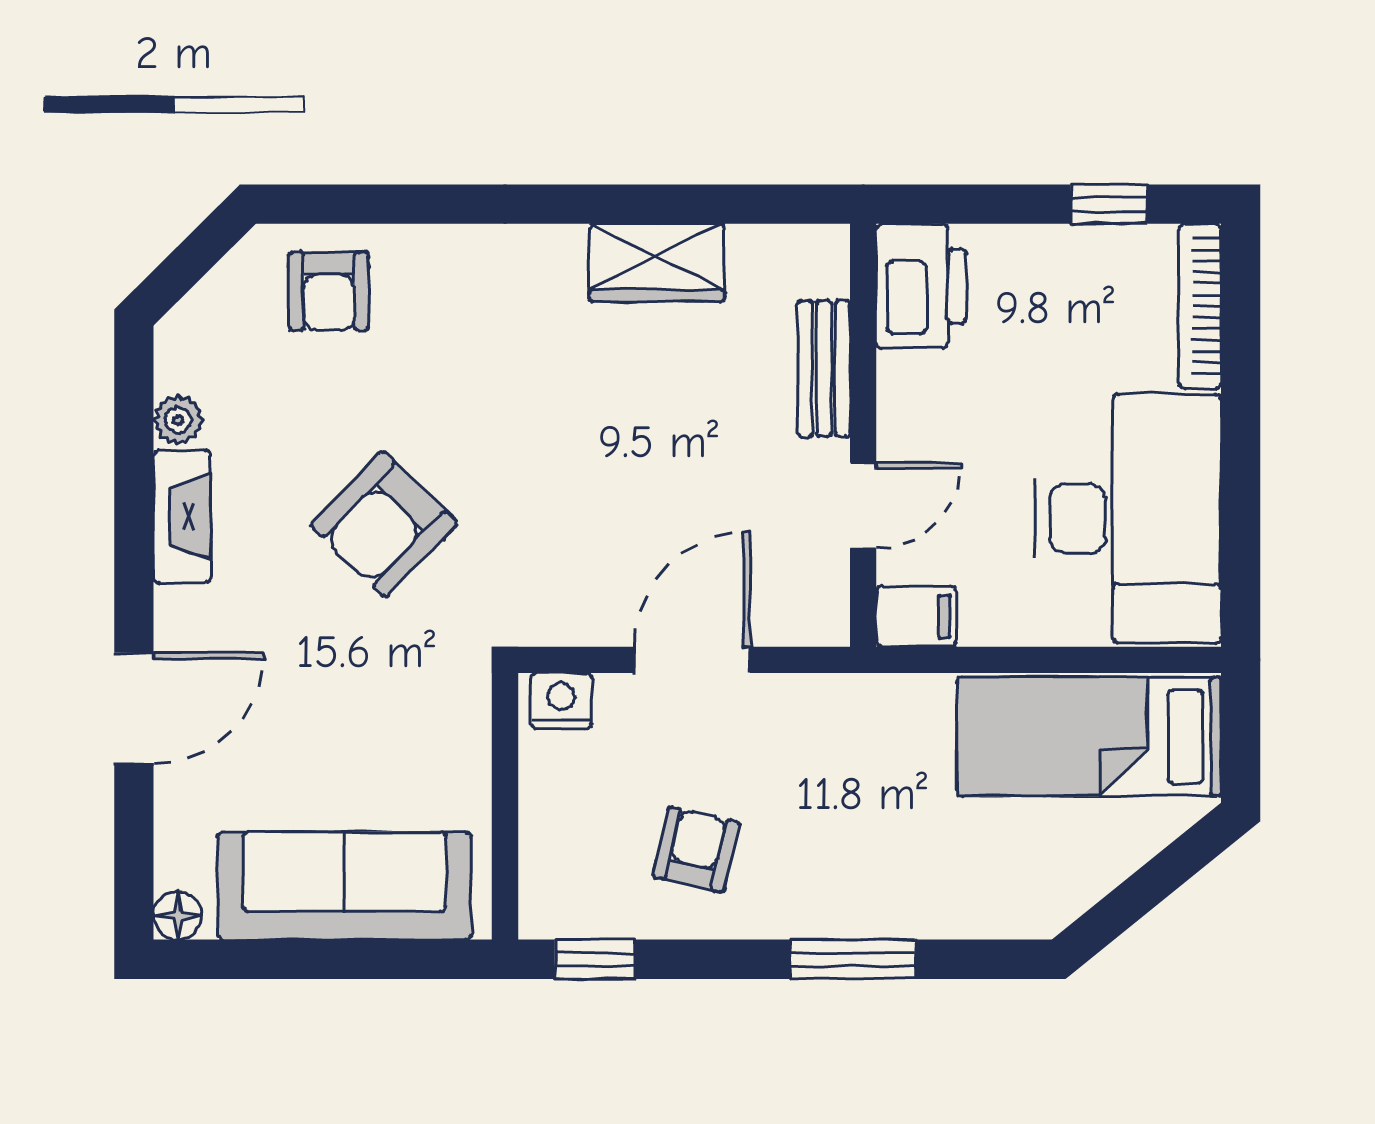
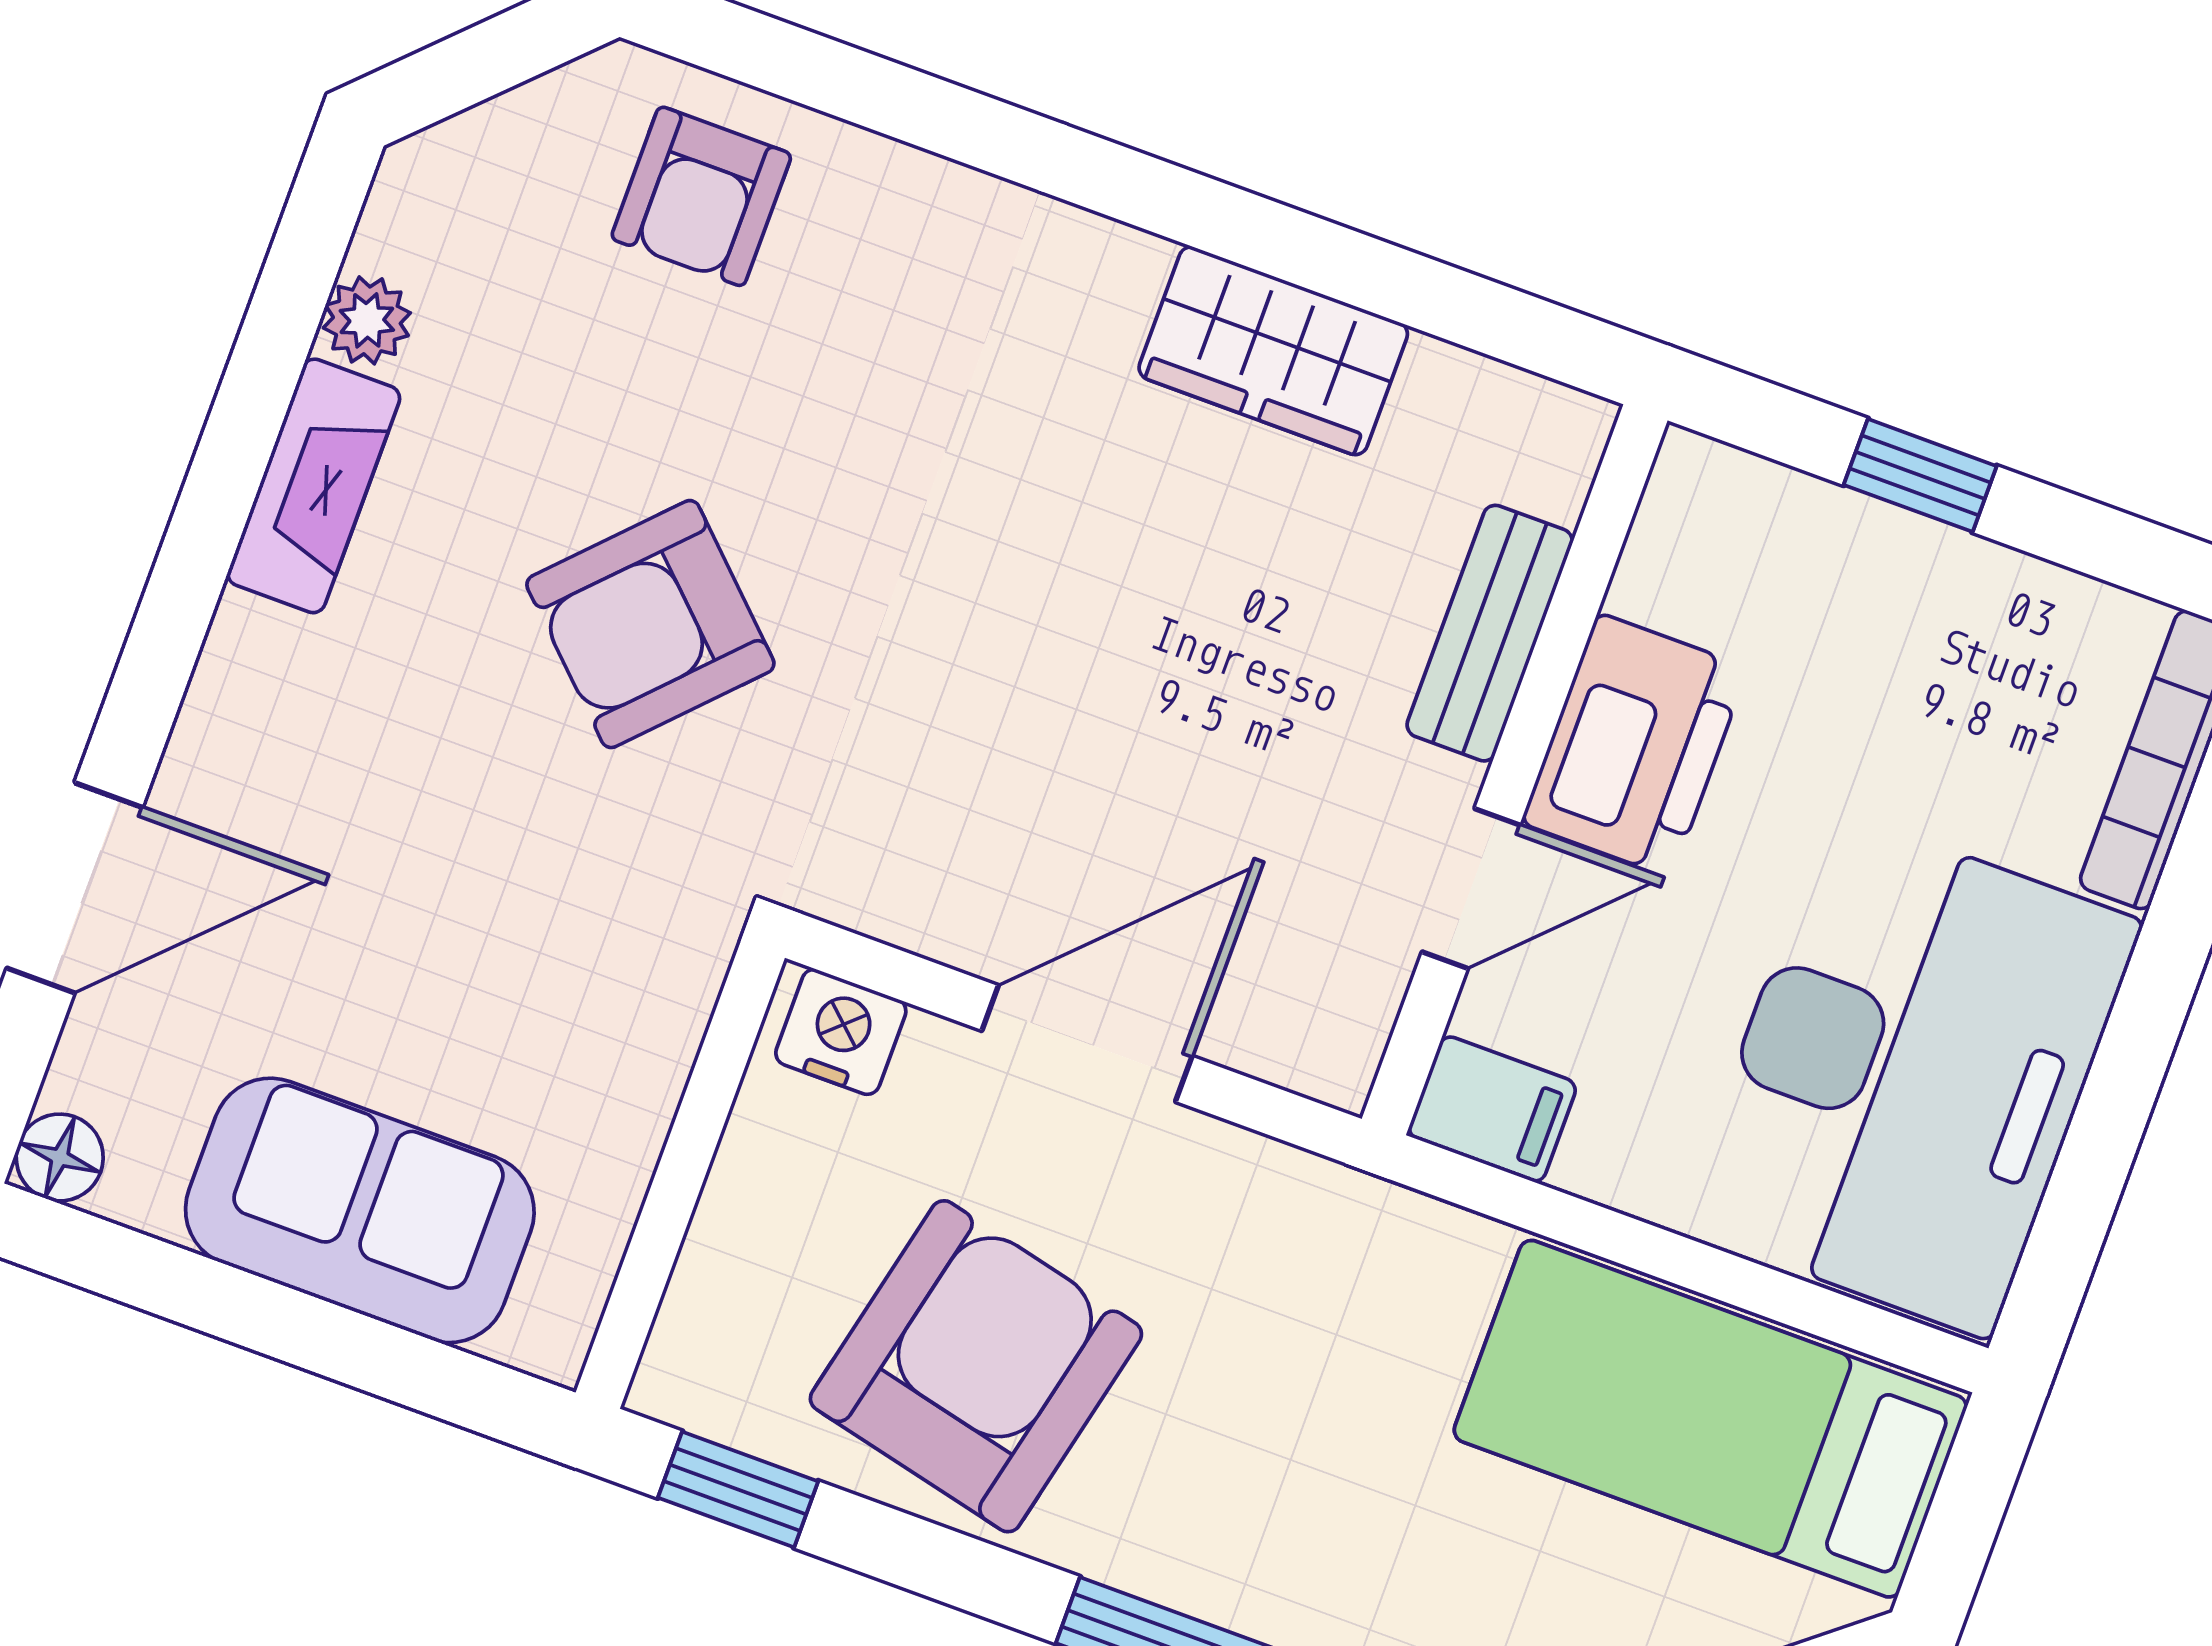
window: (1109, 204) -> (1920, 475), moved
printer: (921, 286) -> (1635, 745), moved
door: (134, 708) -> (75, 888), moved
armchair: (696, 850) -> (976, 1366), width x1.88, depth x1.88
sofa: (344, 886) -> (360, 1210), width x0.73

